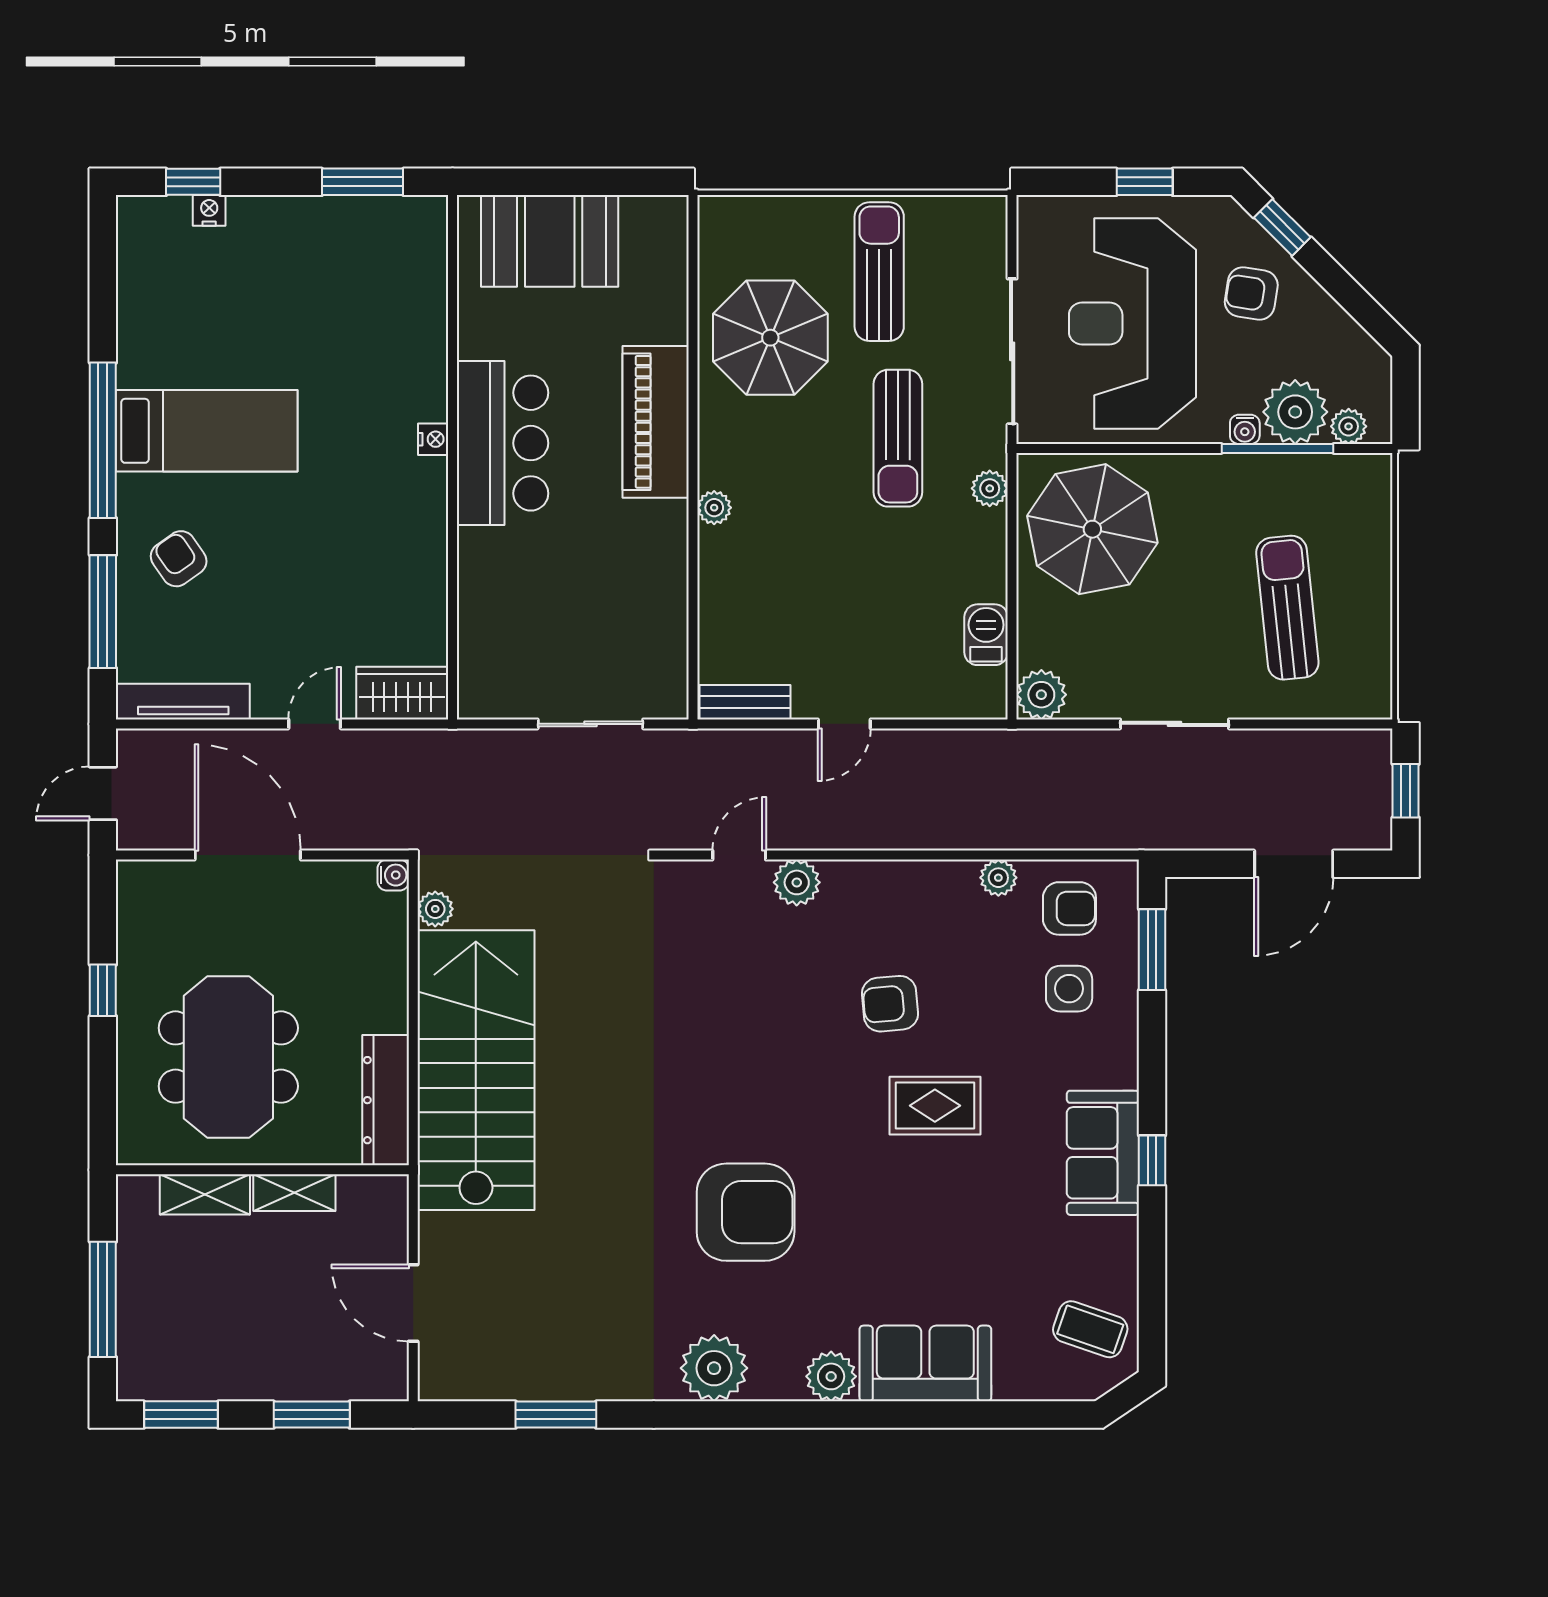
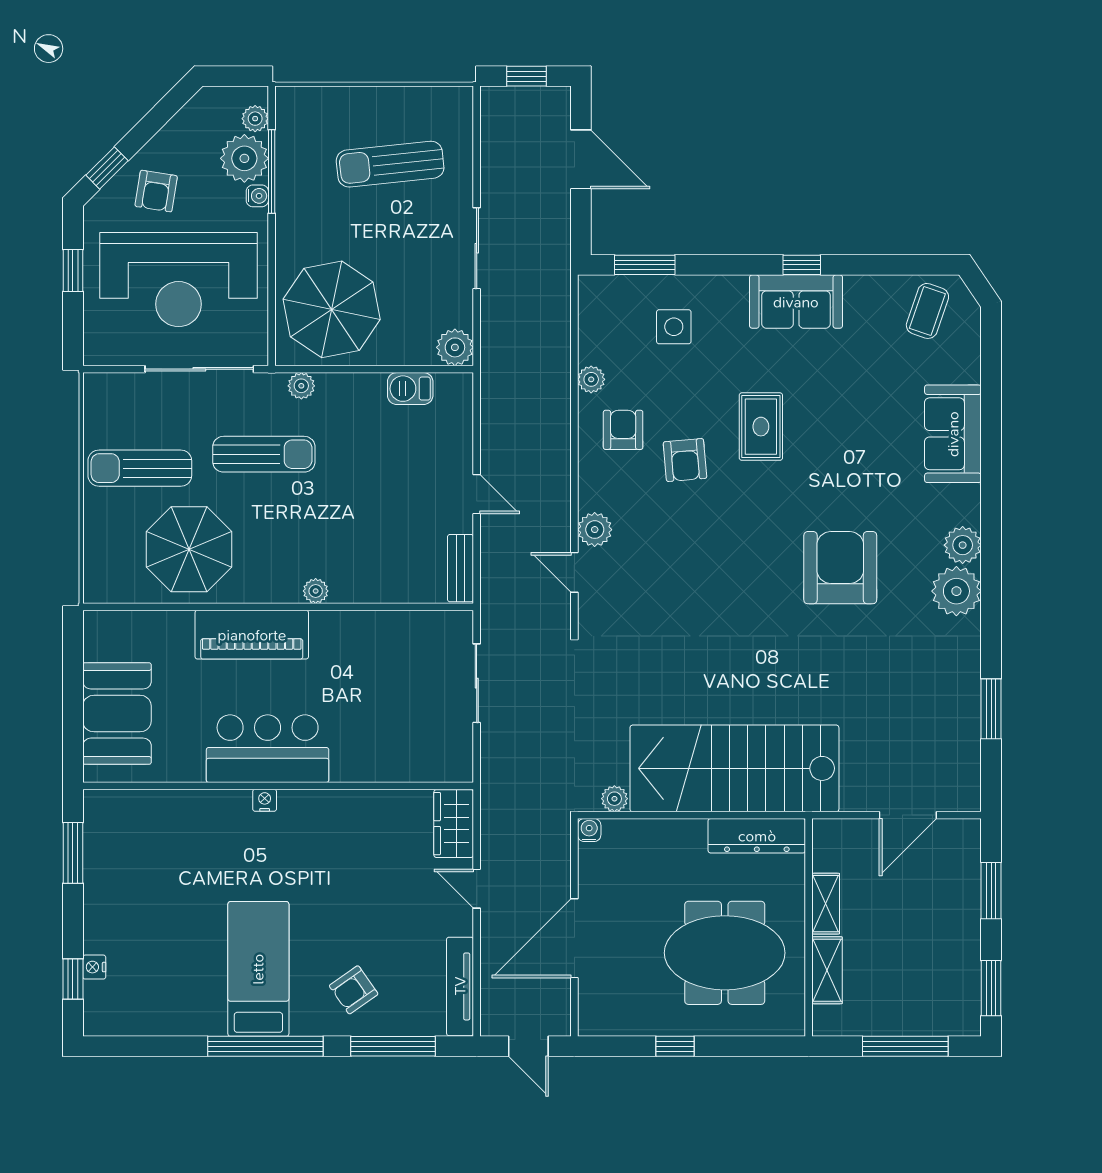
armchair: (1069, 908) -> (623, 430), moved
plant: (831, 1376) -> (963, 545), moved

